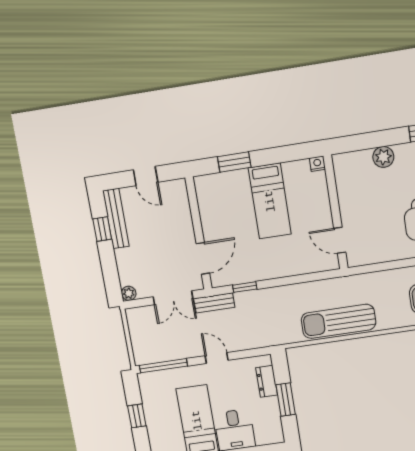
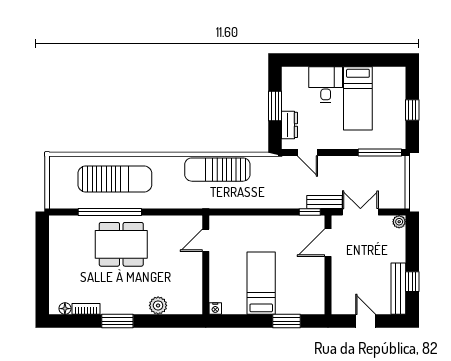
door: (340, 240) -> (206, 240), swing flipped
window: (245, 287) -> (310, 212), moved
sun lounger: (338, 321) -> (217, 170), turned 180
door: (217, 358) -> (308, 153), moved

